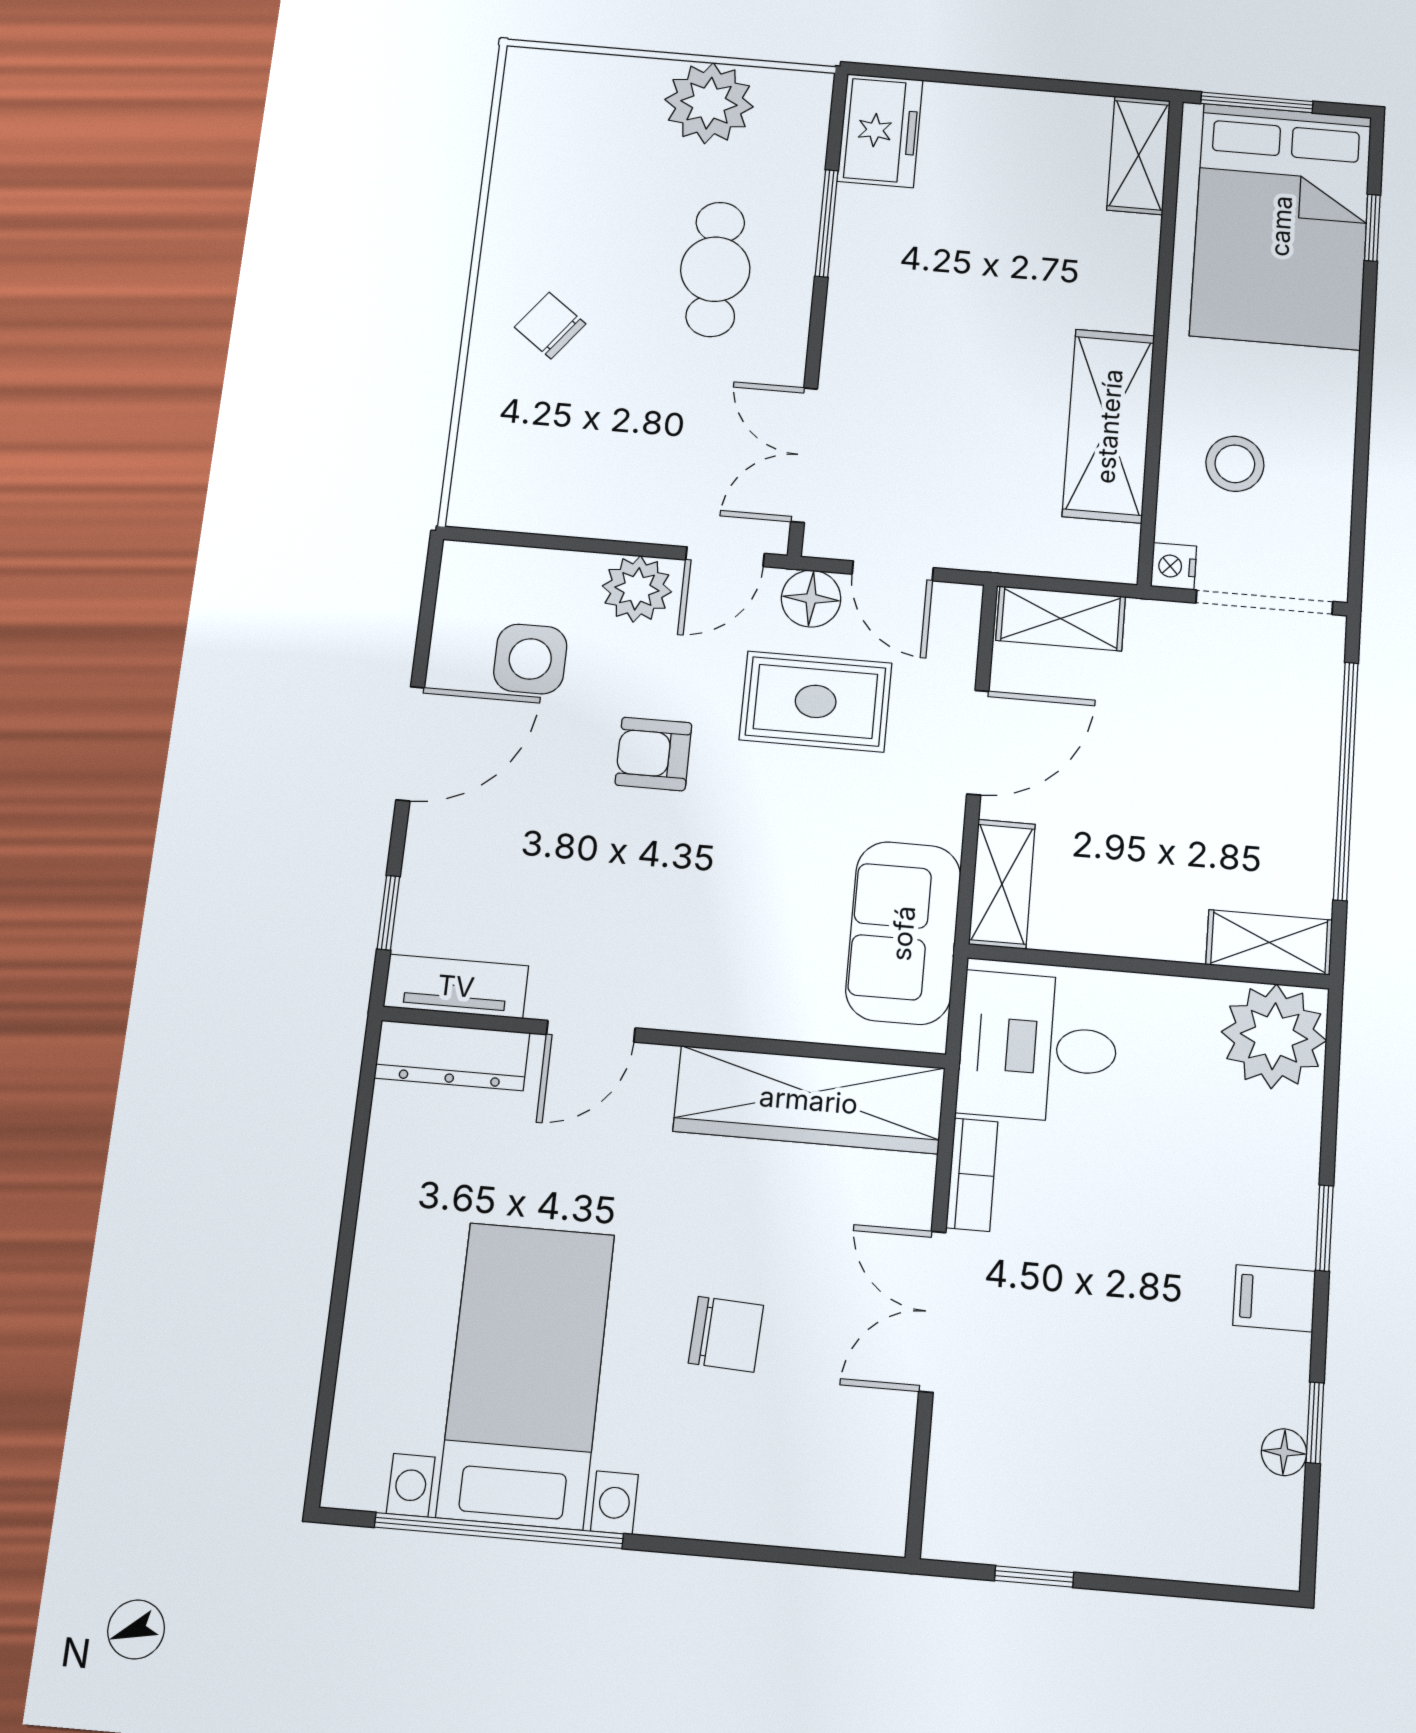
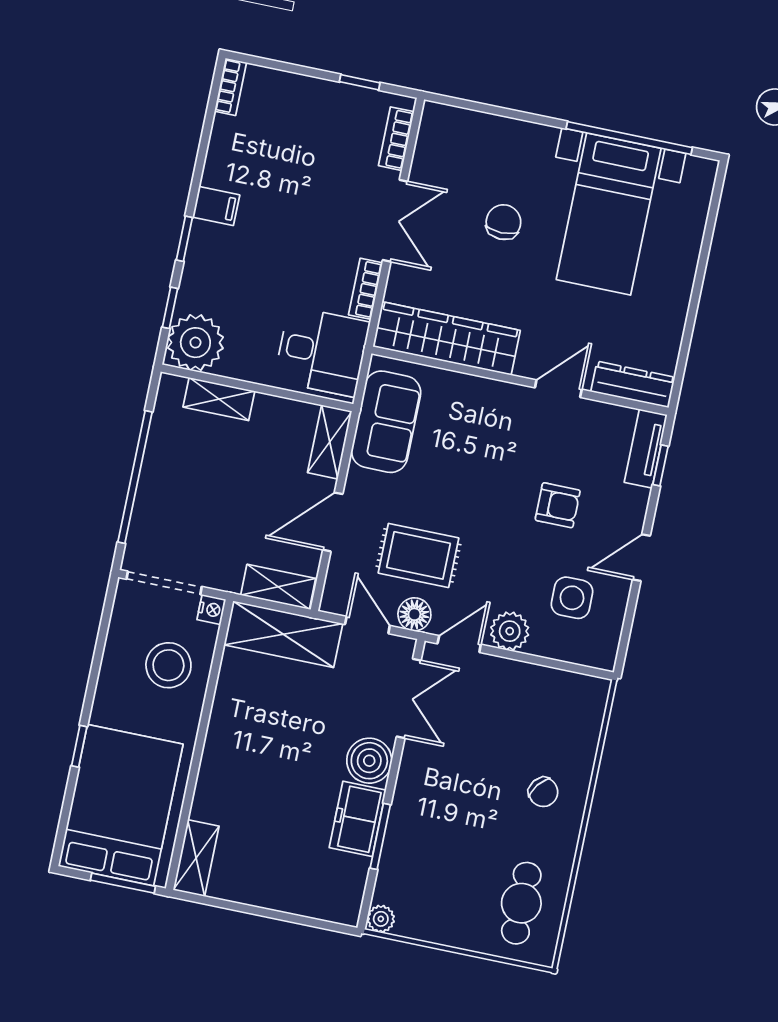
plant: (709, 103) -> (381, 919), moved, width x0.53, depth x0.53
freezer: (880, 130) -> (358, 819), moved
window: (1372, 228) -> (79, 746), moved
cafe table: (715, 269) -> (521, 903), moved
boiler: (861, 344) -> (369, 761), added
shelving: (1109, 426) -> (283, 634), moved, turned 90
stool: (1235, 464) -> (168, 665), width x1.38, depth x1.38
door: (410, 744) -> (641, 558), width x0.73
armchair: (653, 754) -> (558, 505), moved
shelving: (1269, 942) -> (219, 399), moved
tv unit: (456, 986) -> (646, 449), moved, turned 90
chair: (726, 1334) -> (503, 222), turned 87
window: (1315, 1423) -> (170, 308), moved
floor lamp: (1284, 1452) -> (223, 128), removed
bookcase: (950, 1472) -> (396, 139), added
bookcase: (1282, 1536) -> (231, 87), added

